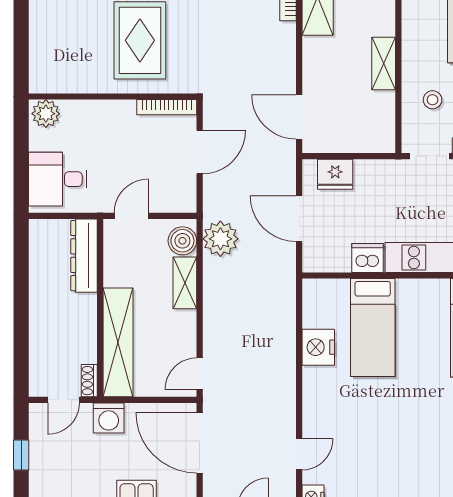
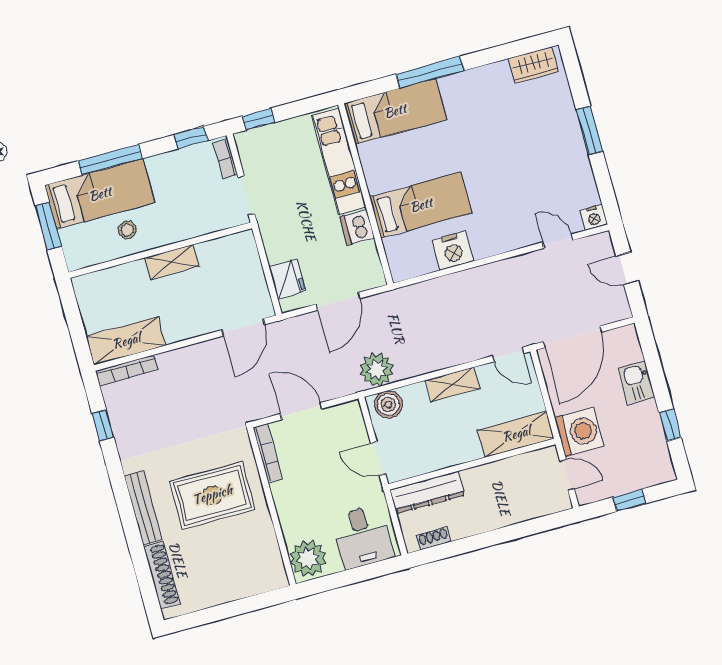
stool: (433, 100) -> (127, 230), moved
plant: (46, 114) -> (308, 558), width x1.36, depth x1.36
shelving: (185, 283) -> (452, 384), moved
shelving: (118, 342) -> (516, 434), width x0.68
shoe rack: (89, 381) -> (434, 539), moved, turned 180
washing machine: (109, 418) -> (579, 432), width x1.37, depth x1.37

